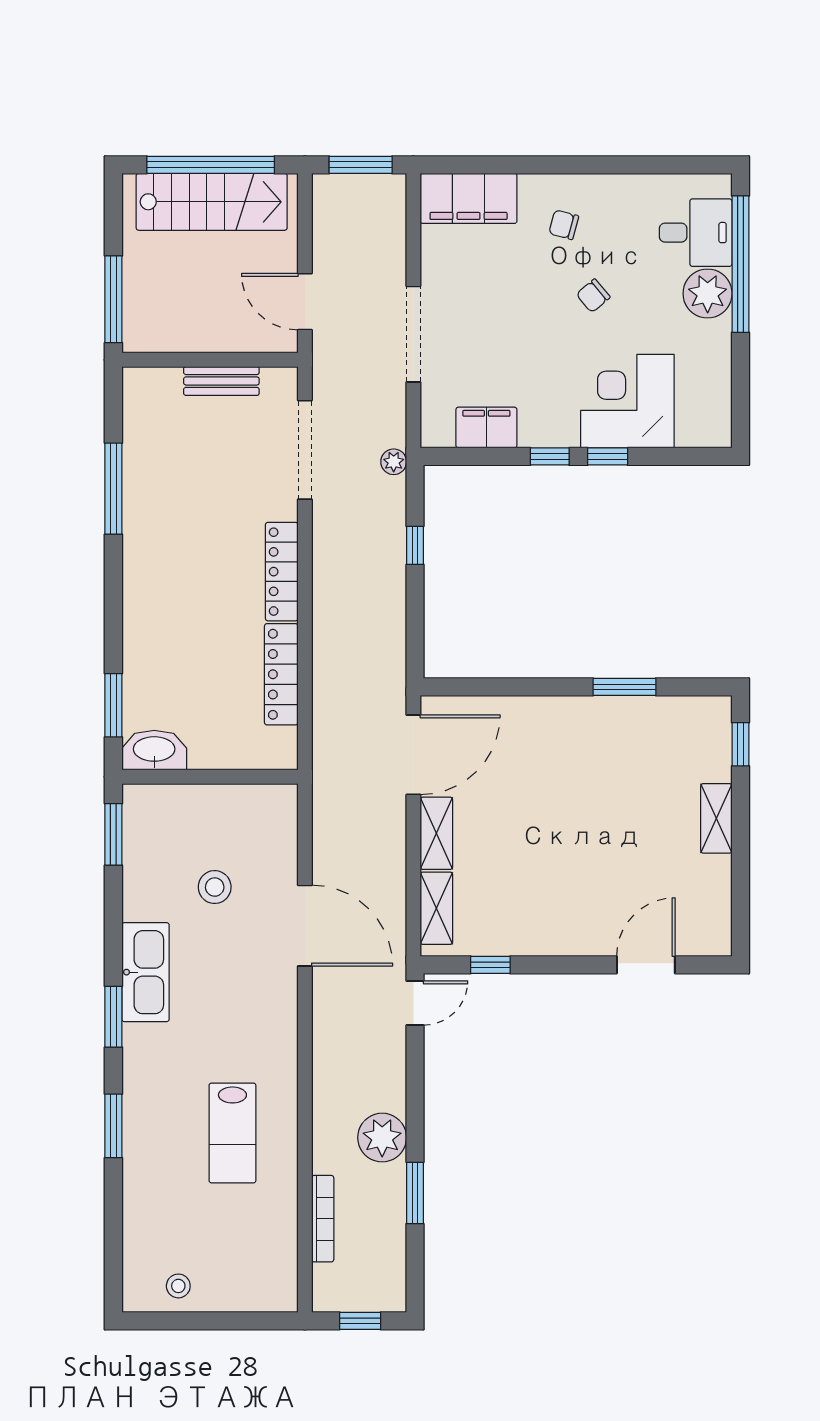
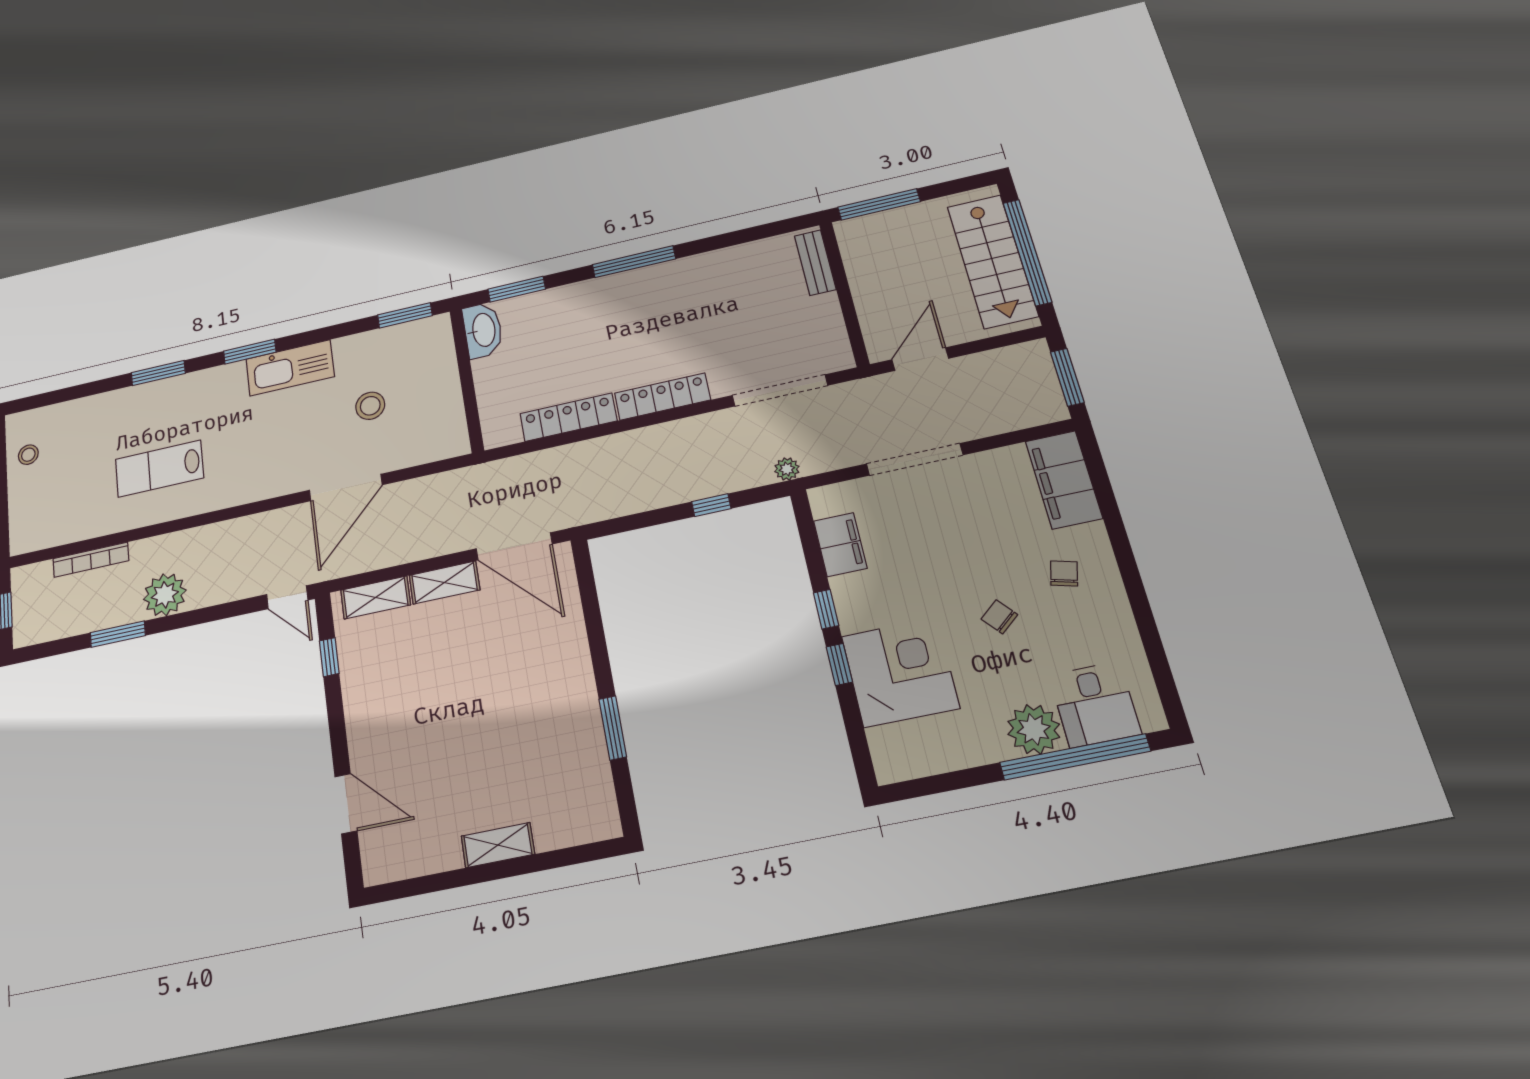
bench: (221, 381) -> (815, 263), moved
window: (113, 489) -> (634, 262), moved
window: (740, 744) -> (576, 855), removed

